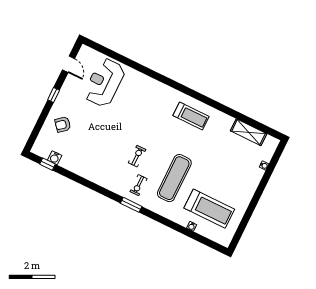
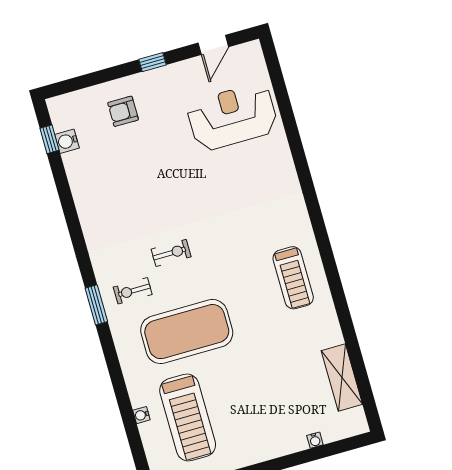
armchair: (63, 124) -> (123, 111), turned -50
exercise mat: (174, 178) -> (187, 332), width x1.47

